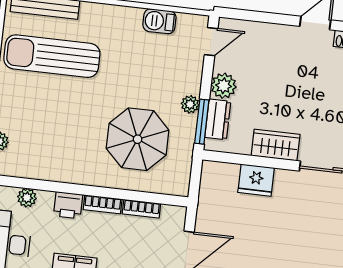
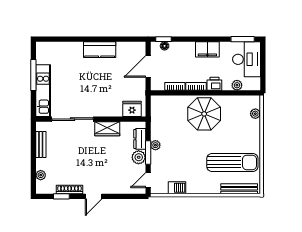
window: (202, 122) -> (148, 152), moved
parasol: (138, 139) -> (204, 114), moved
fridge: (256, 180) -> (132, 109), moved

